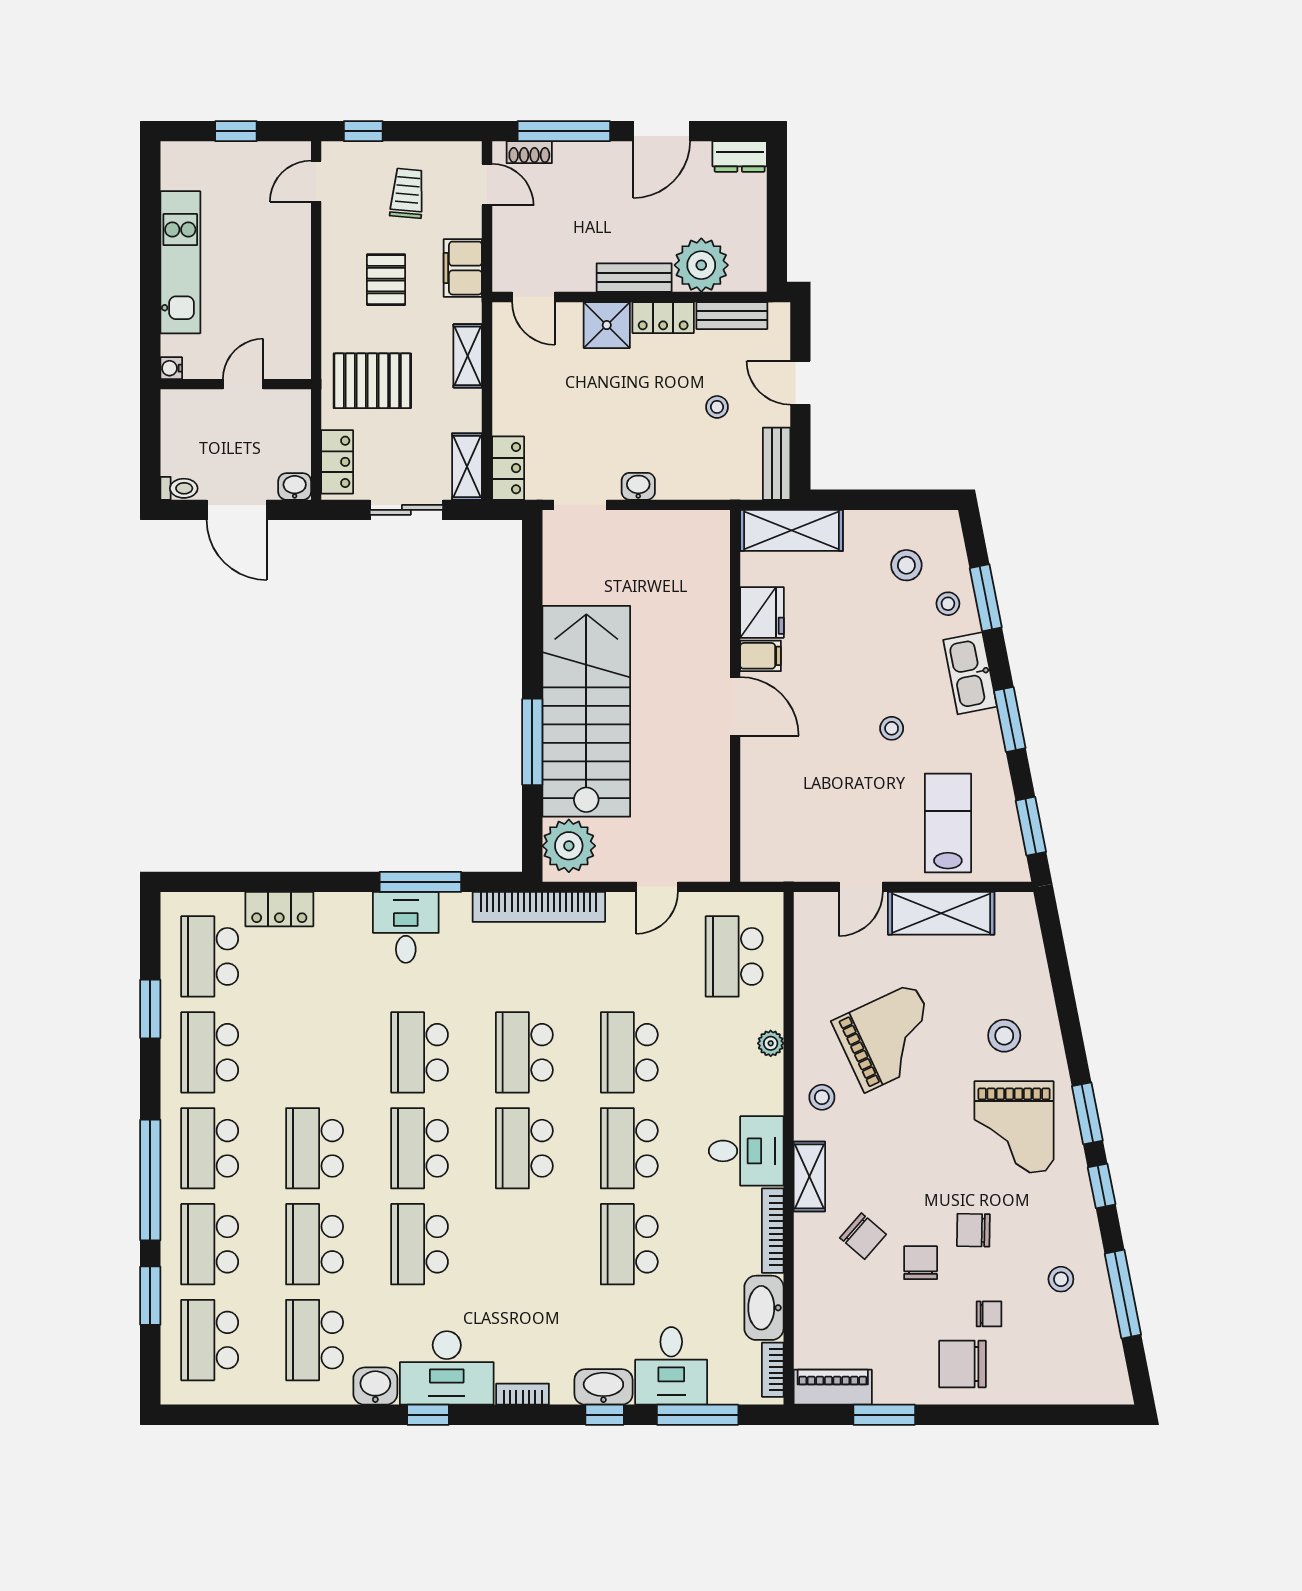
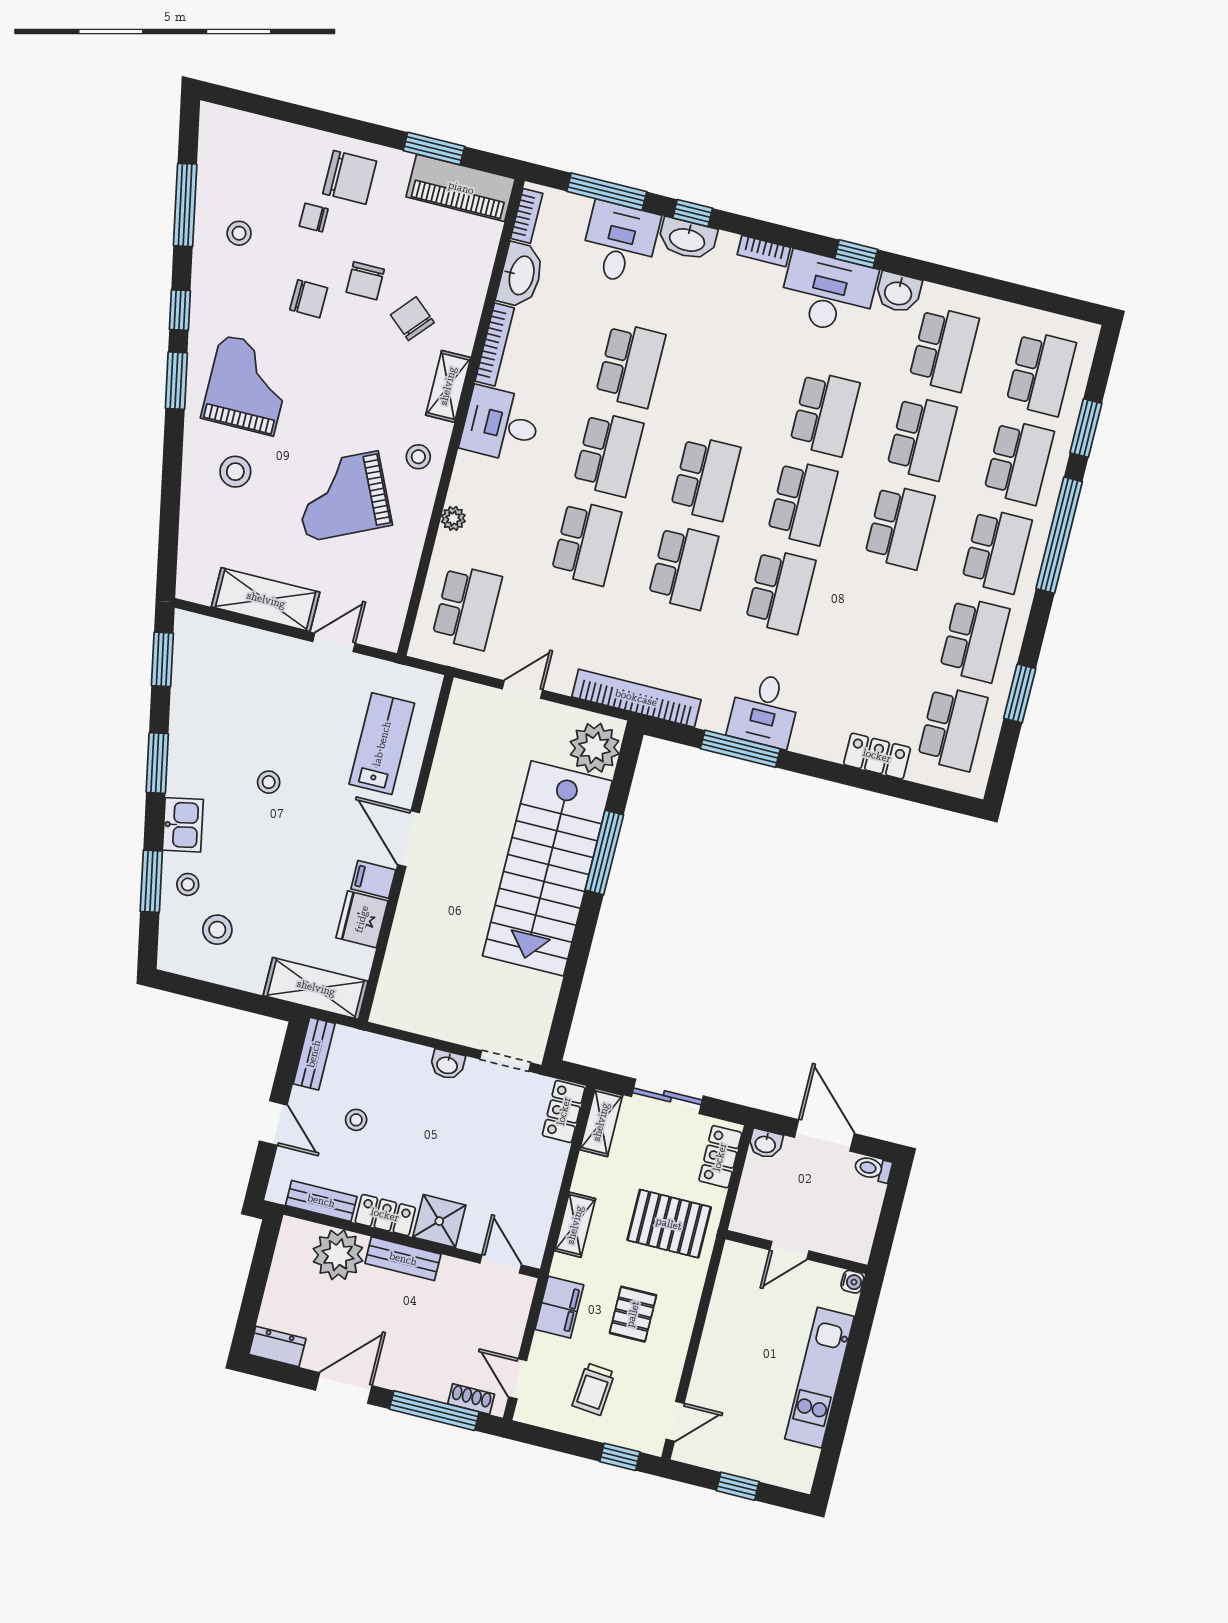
kitchen sink: (970, 673) -> (183, 825), width x0.73
lab bench: (948, 823) -> (382, 744), moved, turned 180
piano: (833, 1387) -> (461, 188), width x1.37, depth x1.33

